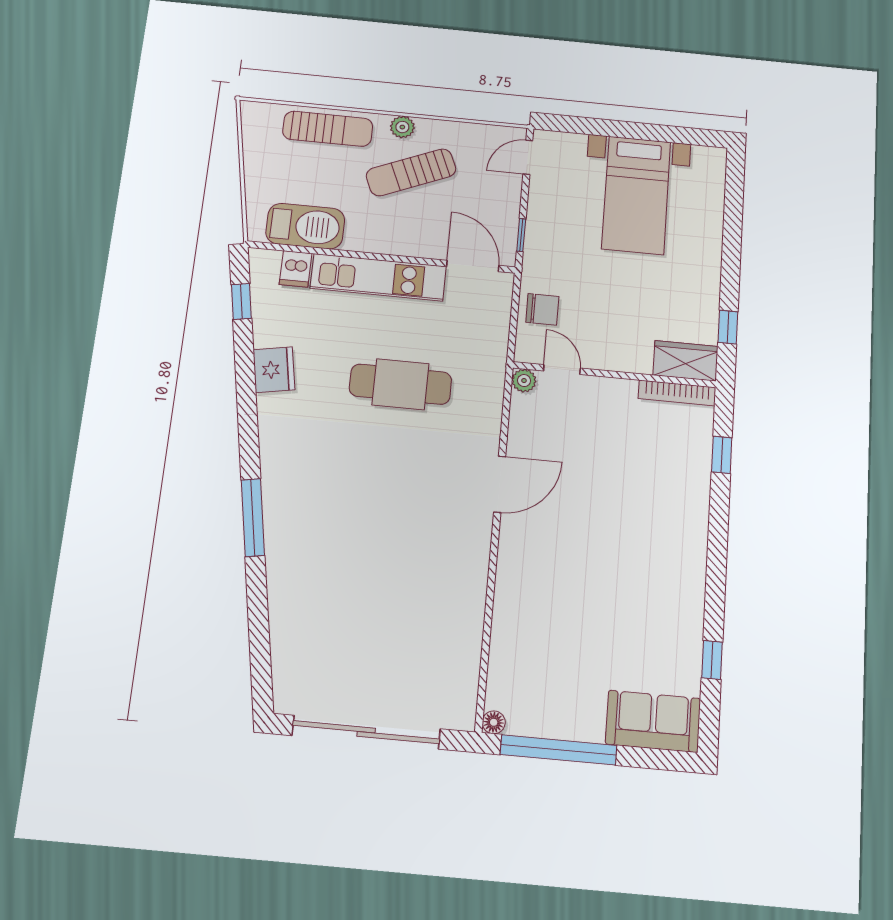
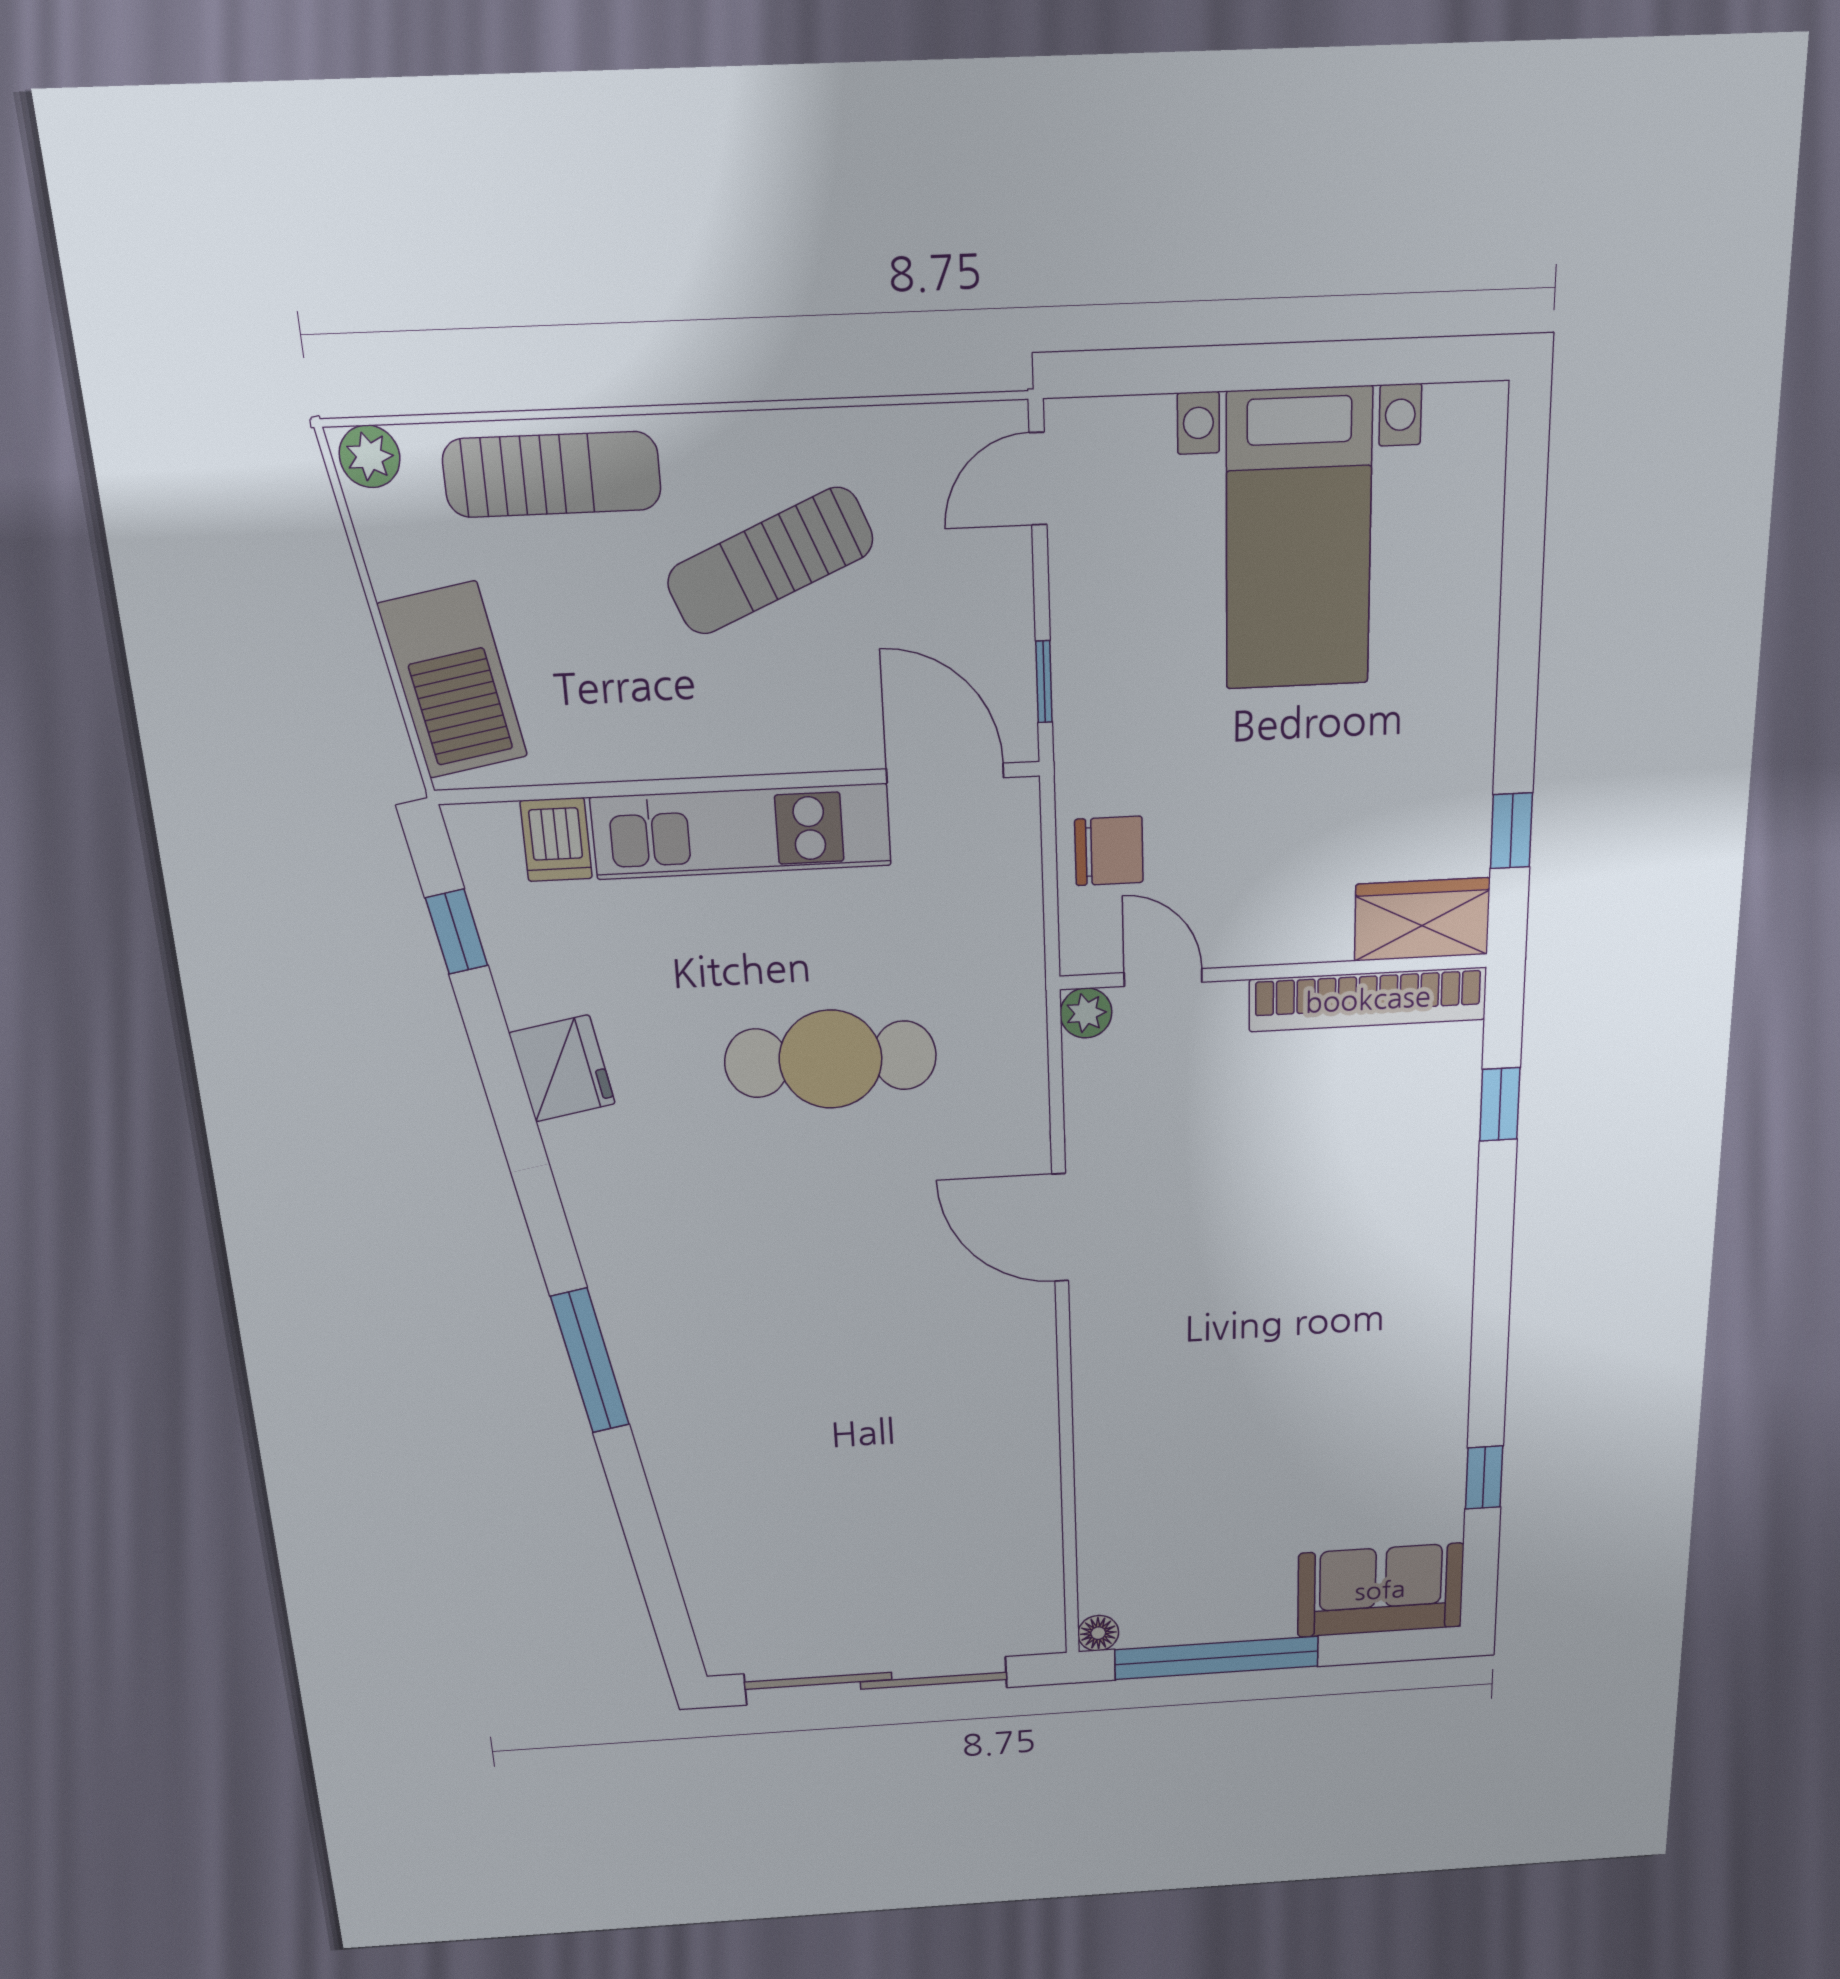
plant: (402, 127) -> (370, 456), moved
barbecue: (305, 226) -> (453, 680), moved, turned 80
bookcase: (677, 393) -> (1368, 999), width x1.48, depth x1.31
door: (500, 484) -> (1060, 1228), swing flipped

